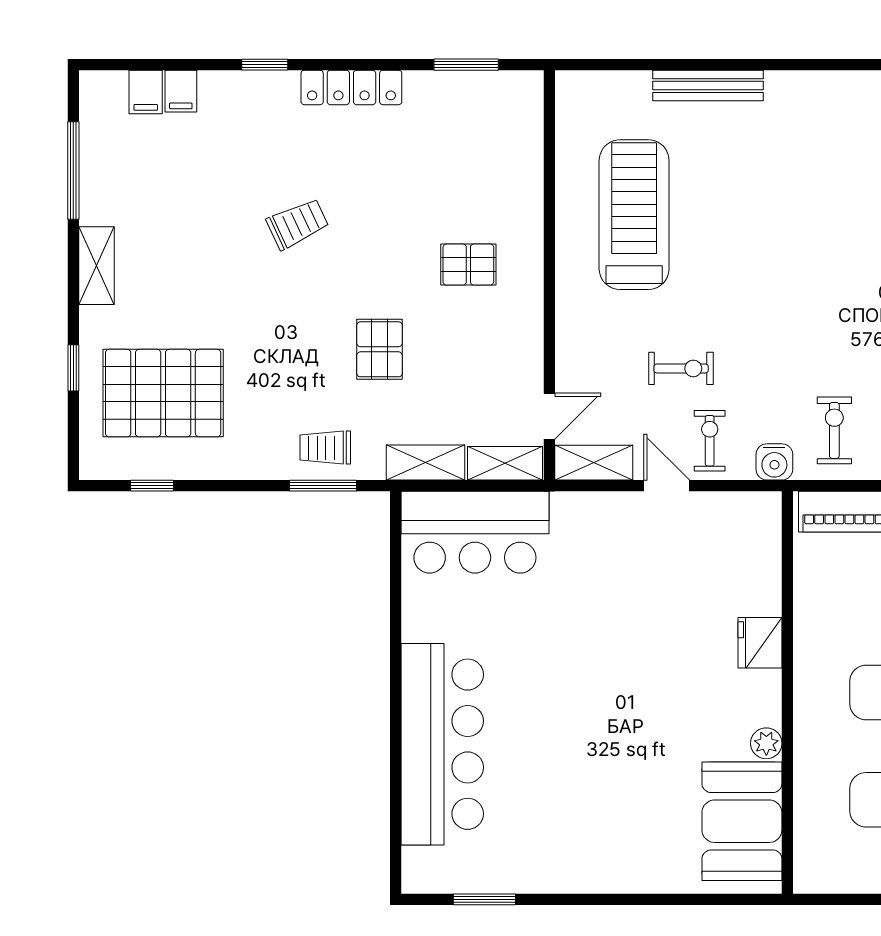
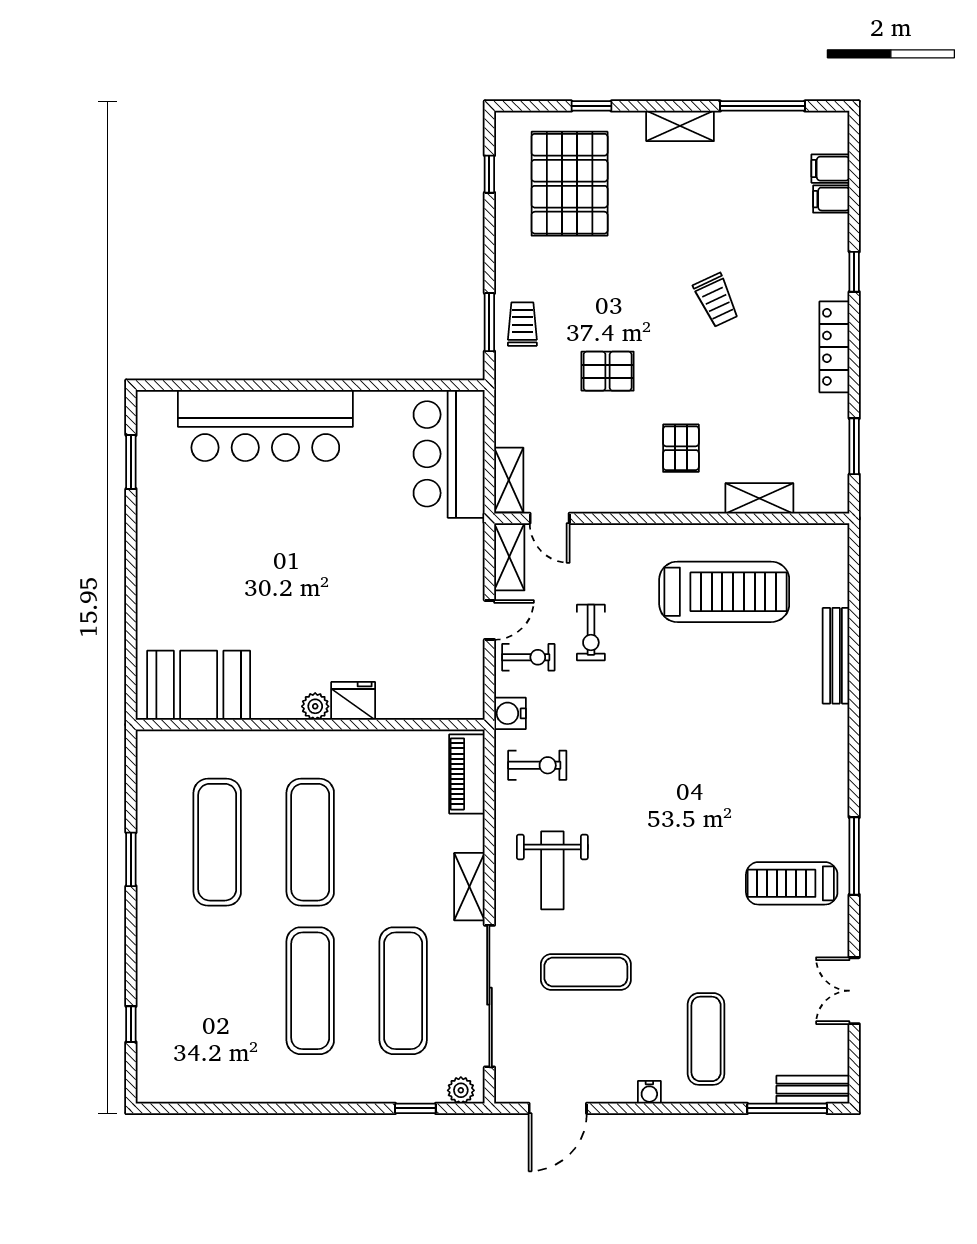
shelving: (426, 463) -> (759, 498), moved, turned 90
plant: (766, 743) -> (315, 706), moved

